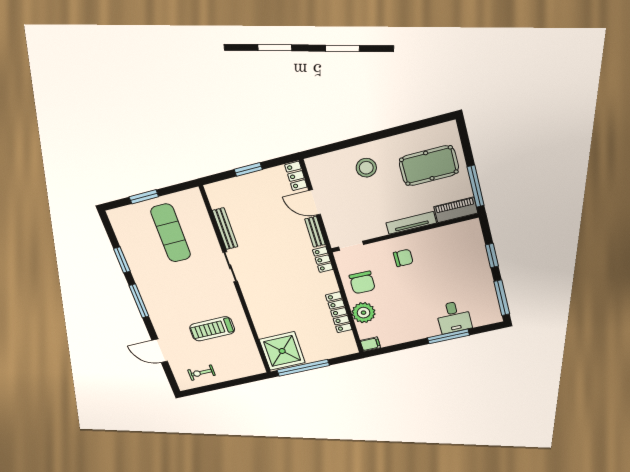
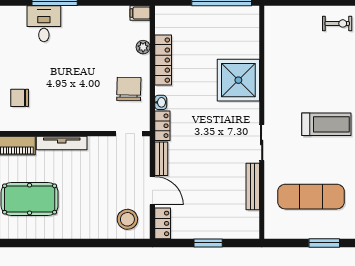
stool: (366, 168) -> (127, 219), moved
exercise mat: (171, 233) -> (311, 197), turned 90
chair: (403, 258) -> (20, 98), moved
washbasin: (330, 278) -> (161, 102), added
plant: (364, 313) -> (143, 47), width x0.53, depth x0.53
treadmill: (212, 329) -> (326, 124), moved
shower: (282, 351) -> (238, 80), moved

